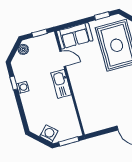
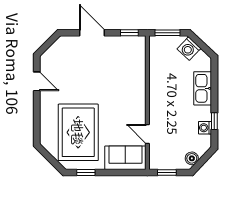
kitchen sink: (61, 84) -> (203, 88), moved, turned 180
washing machine: (23, 87) -> (205, 128), moved
window: (98, 133) -> (129, 33), added

